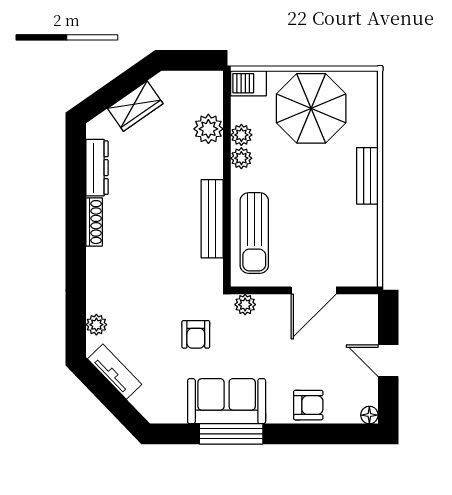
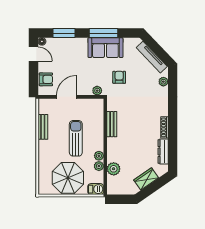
bench: (367, 176) -> (43, 127), moved
bench: (212, 219) -> (112, 124), width x0.73
sun lounger: (254, 233) -> (76, 138), moved
door: (388, 361) -> (33, 54), moved
tv unit: (115, 372) -> (152, 57), width x1.41
armchair: (308, 405) -> (46, 79), moved, turned 180
window: (320, 434) -> (64, 33), added

